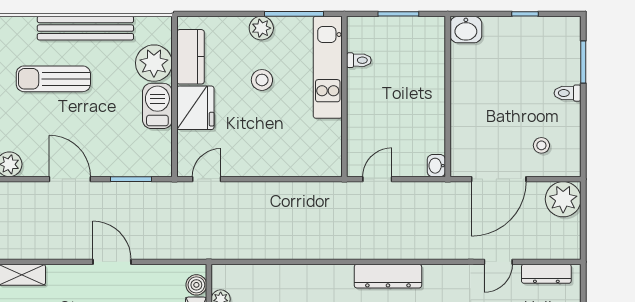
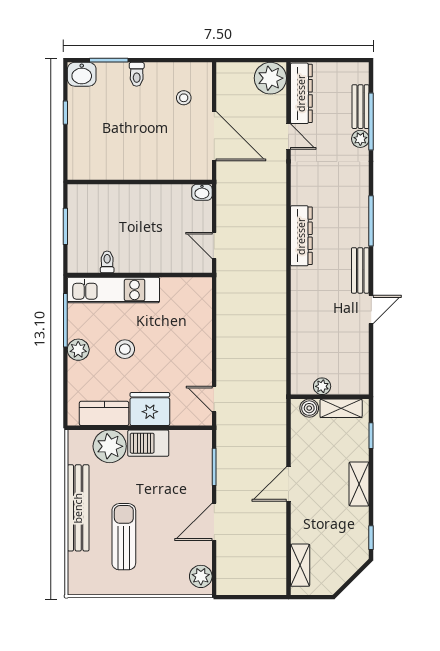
washbasin: (466, 30) -> (82, 74), moved, turned 90
sun lounger: (53, 79) -> (124, 537), turned 180
plant: (563, 199) -> (270, 78), moved
dresser: (546, 274) -> (301, 93), width x1.37, depth x1.24

